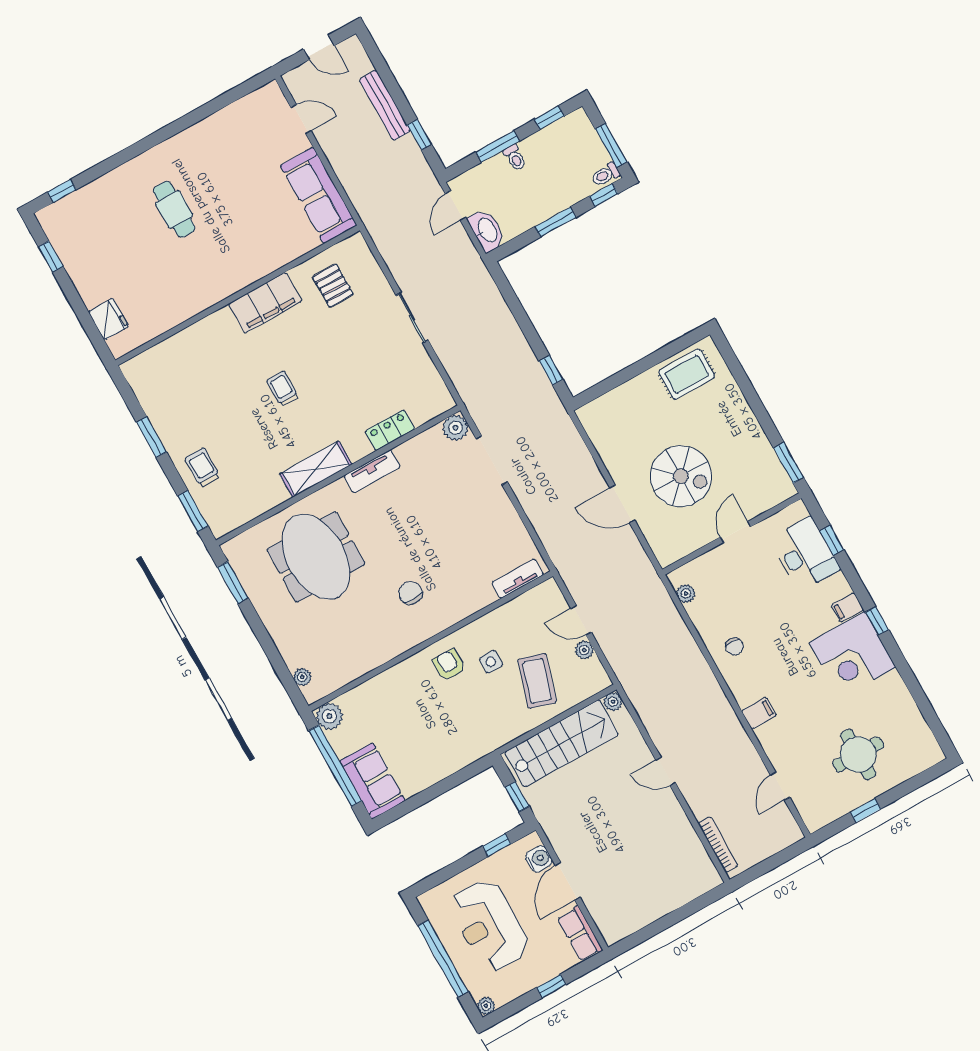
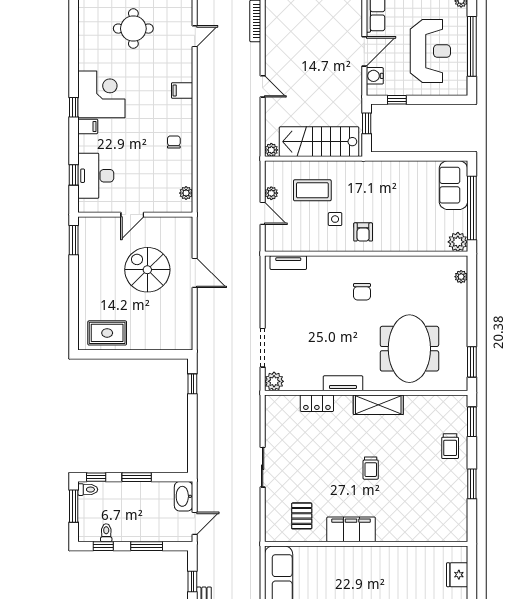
toilet: (515, 158) -> (106, 533), moved
coffee table: (537, 681) -> (312, 190), turned 73

